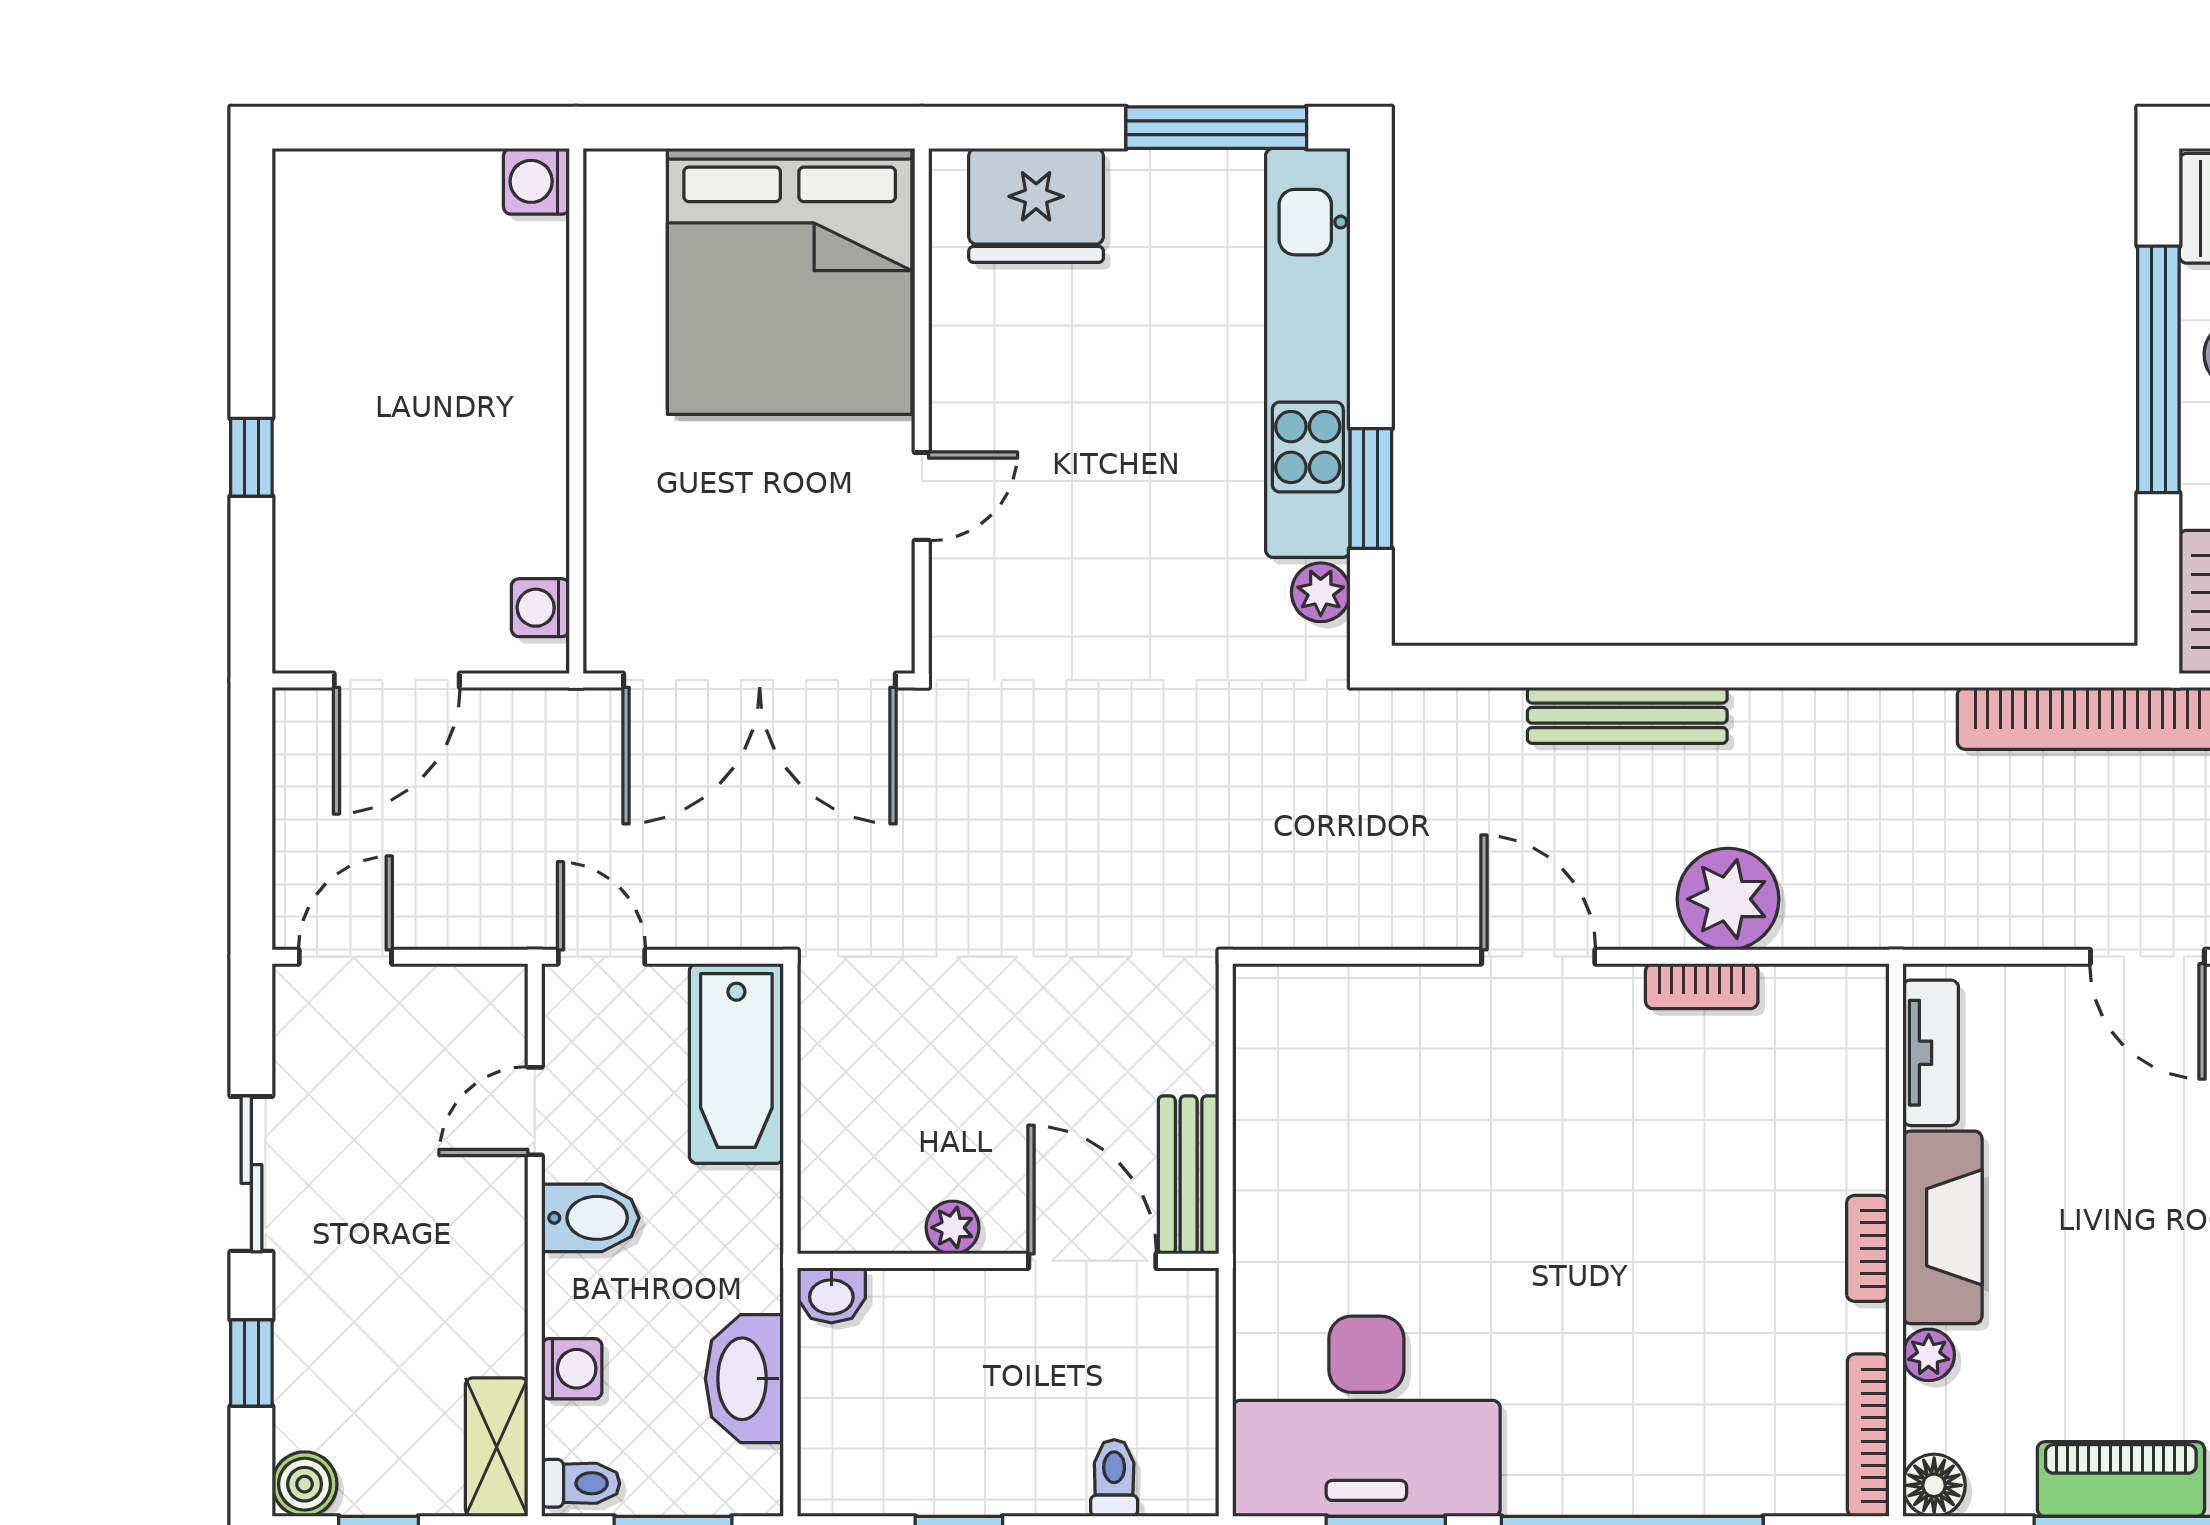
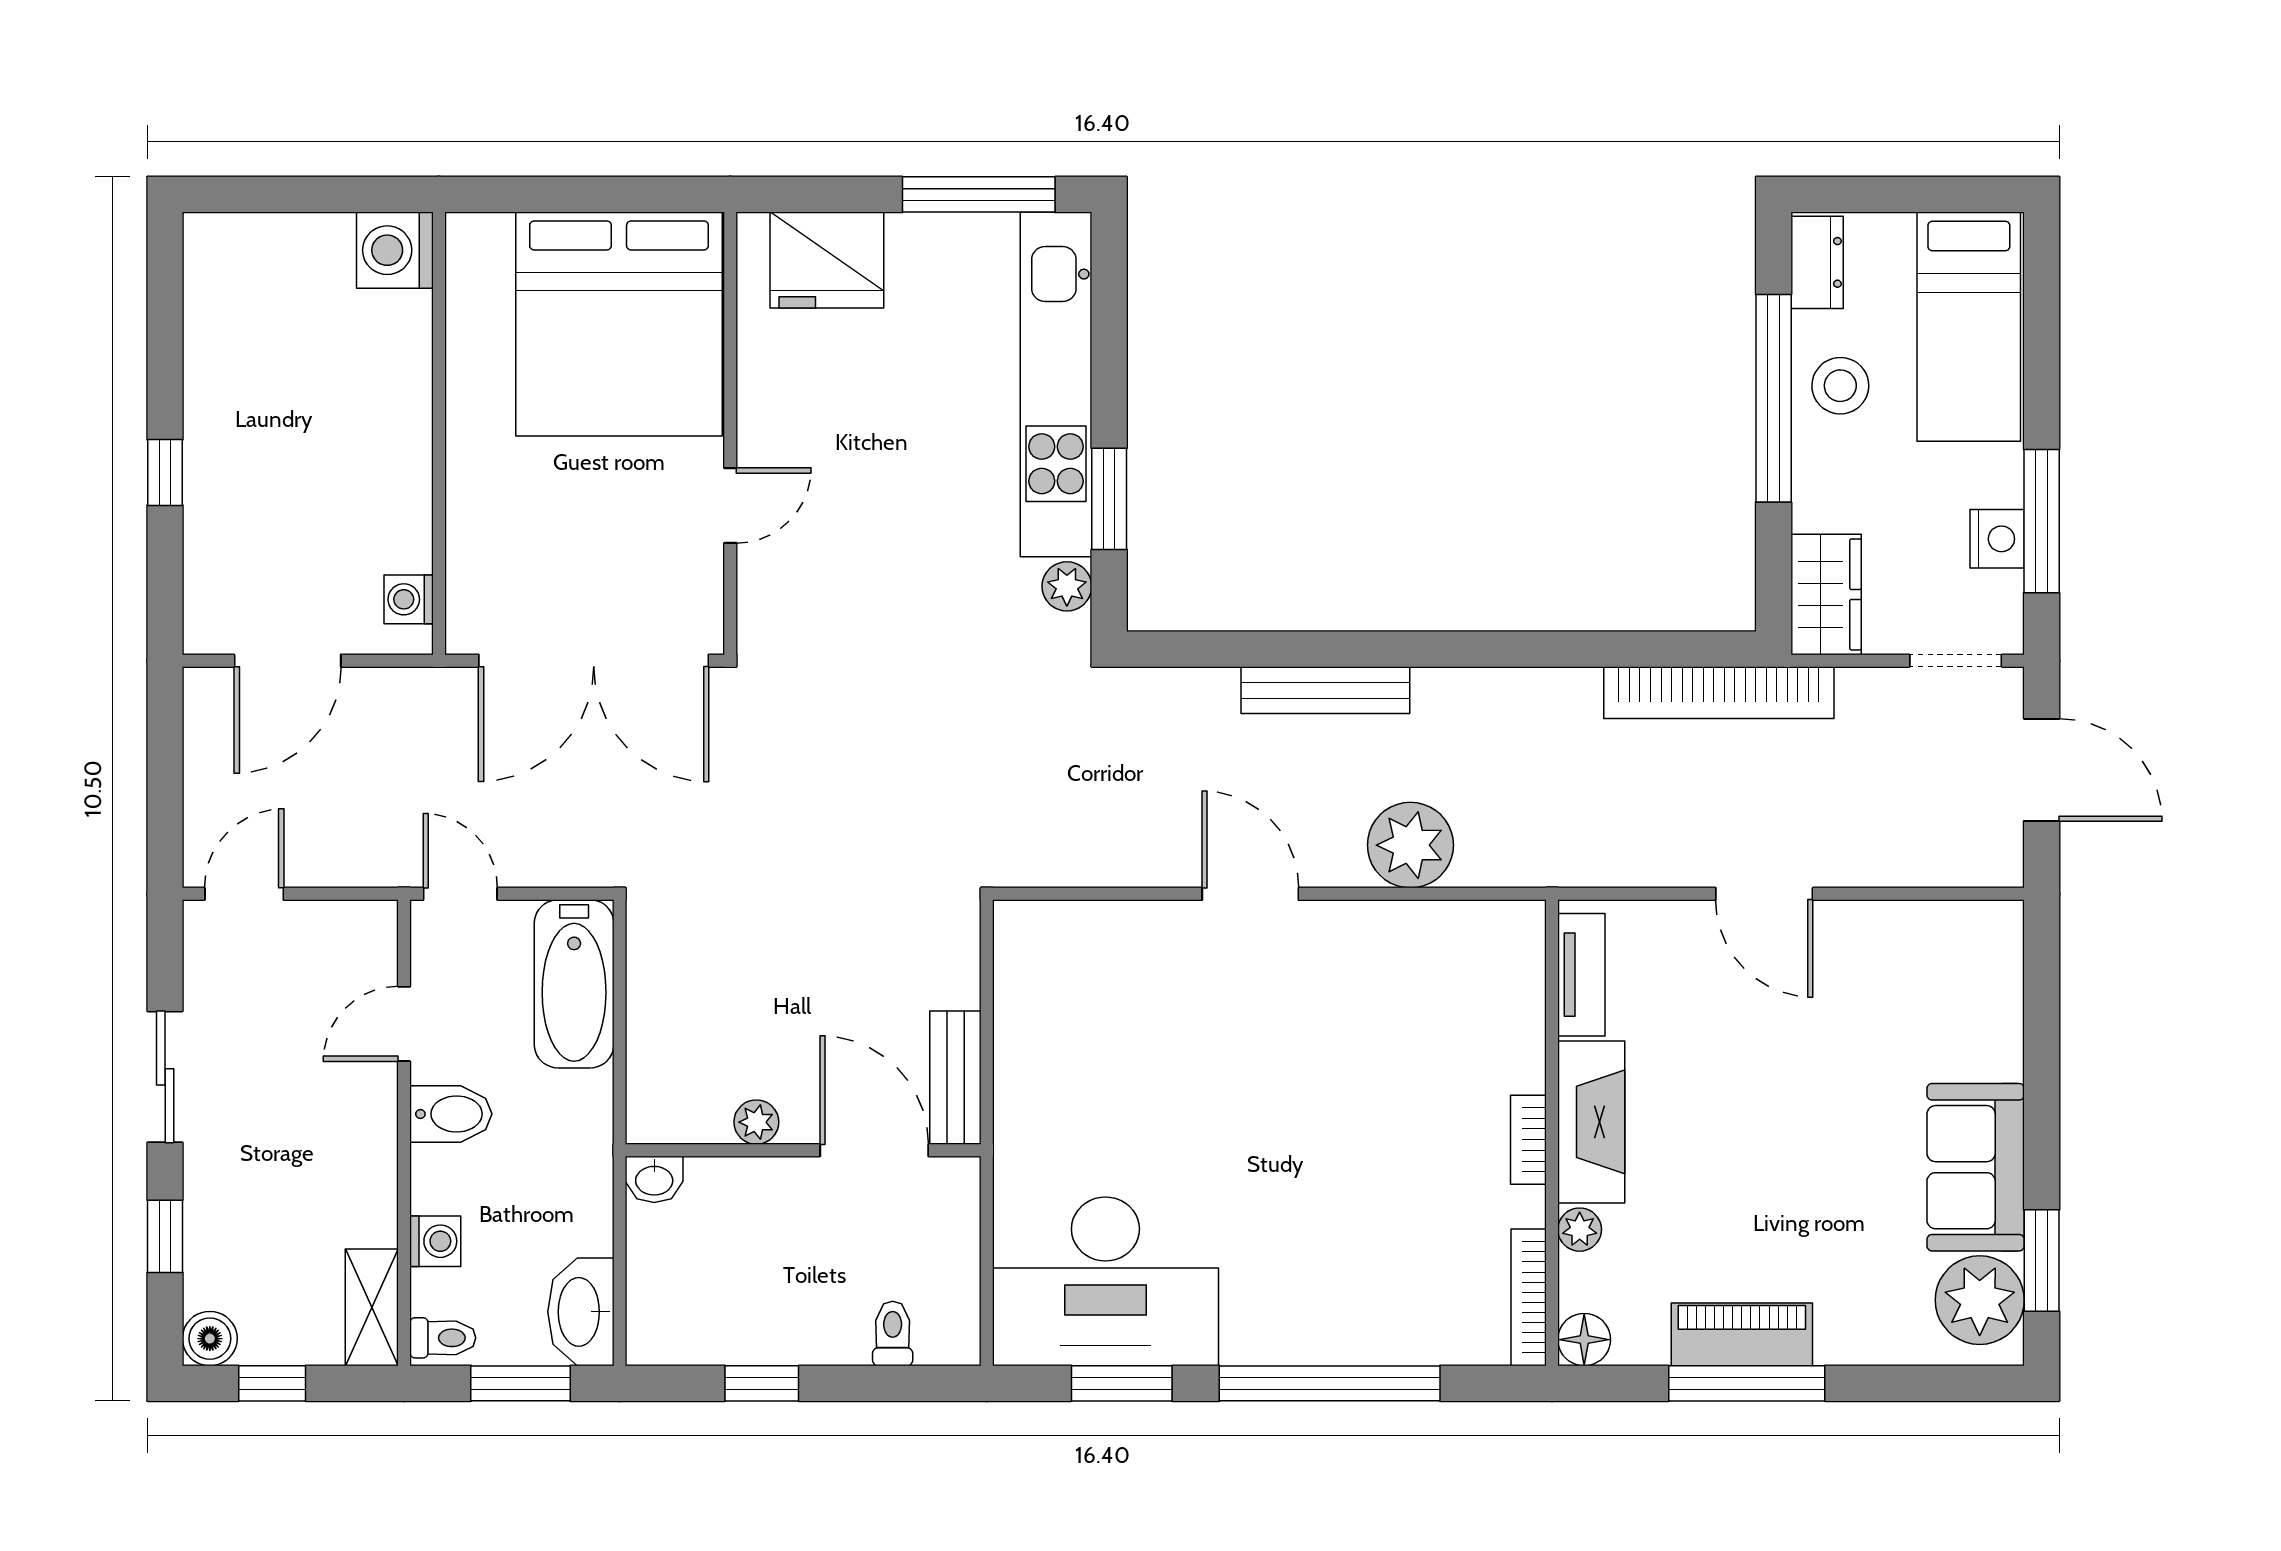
washing machine: (536, 181) -> (395, 250), width x1.38, depth x1.38
bookcase: (1702, 986) -> (1388, 919), removed
washbasin: (744, 1379) -> (581, 1312), moved

